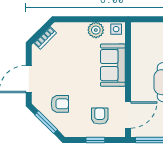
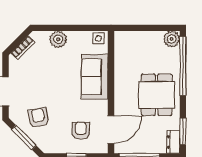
plant: (96, 30) -> (58, 39), moved
armchair: (60, 104) -> (38, 118), turned -100

